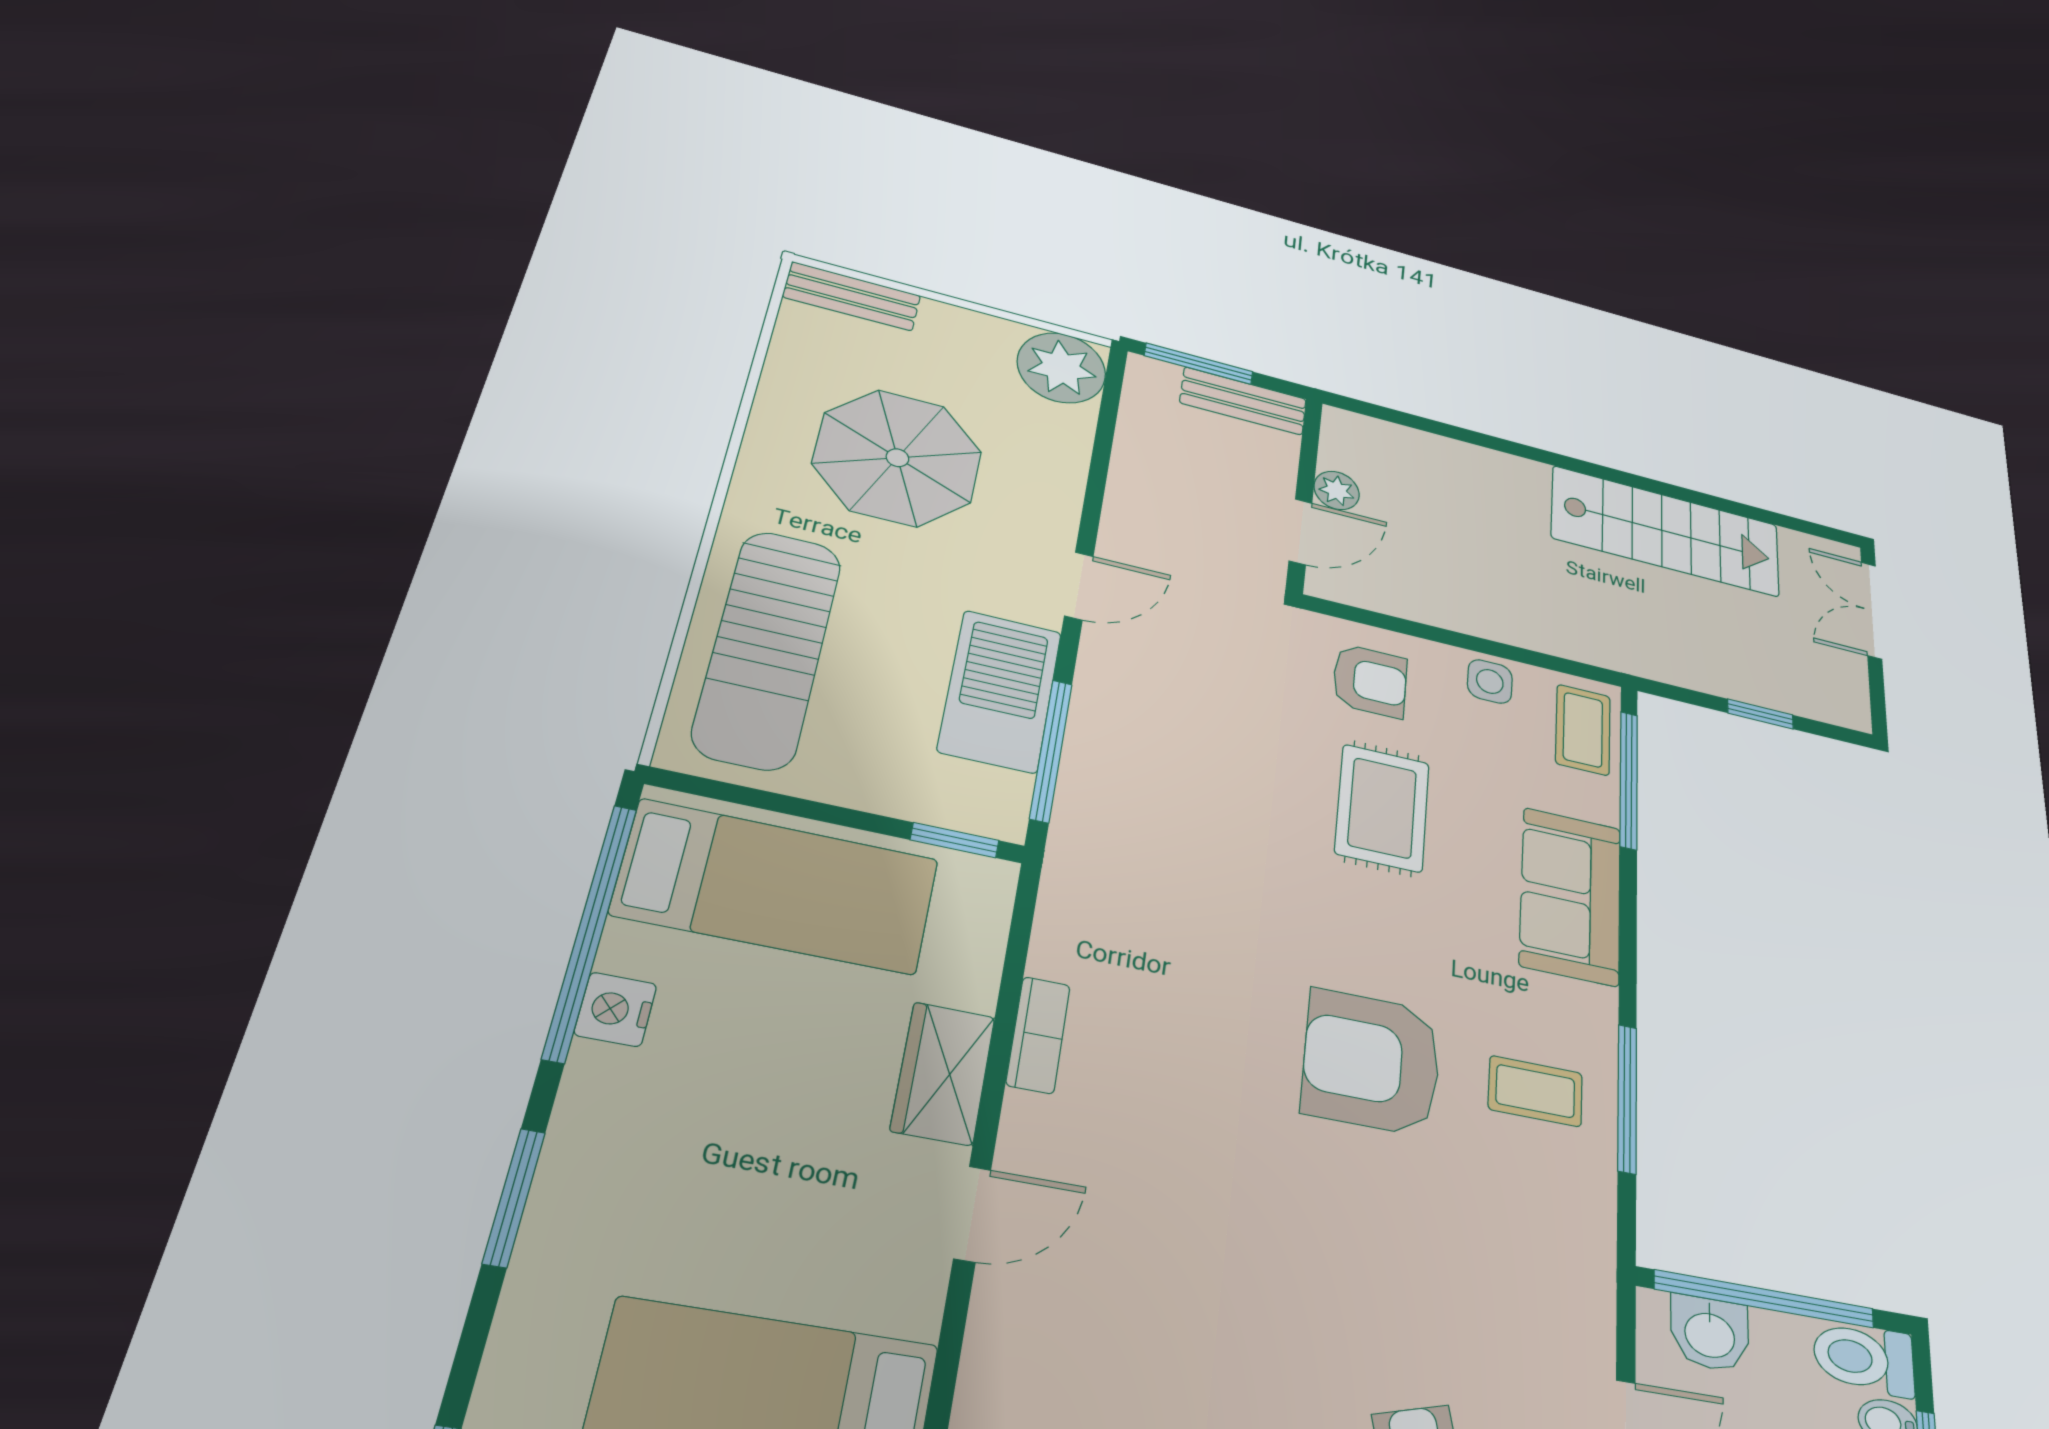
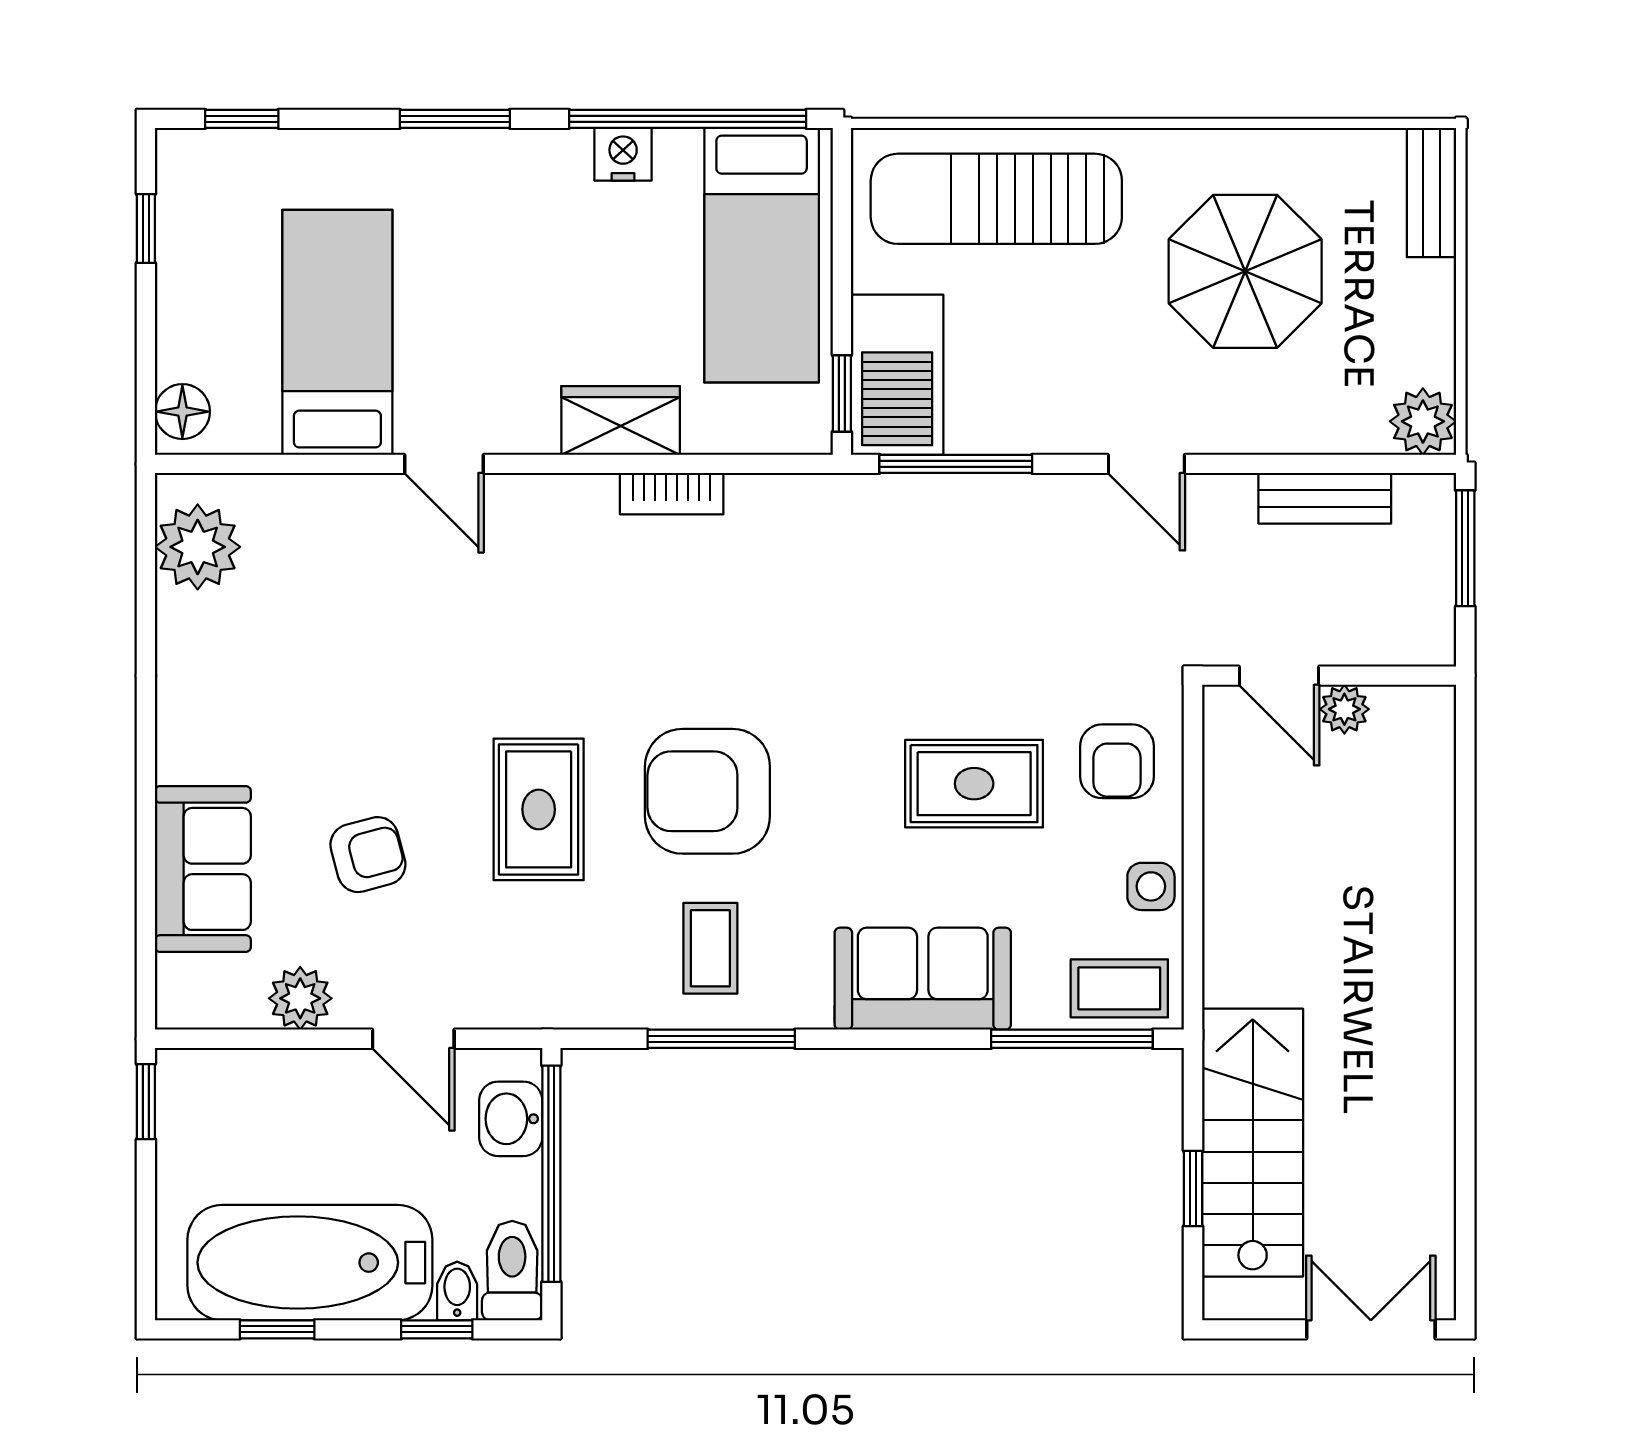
plant: (1061, 368) -> (1423, 421), width x0.73, depth x0.73
bench: (1243, 401) -> (1325, 498), moved, turned 90
stairs: (1666, 531) -> (1253, 1143), moved, turned 180
barbecue: (1000, 691) -> (897, 375), moved, turned 90
armchair: (1372, 1062) -> (707, 791), turned -90
door: (972, 1214) -> (444, 464), moved
rug: (1379, 1245) -> (539, 809), added

